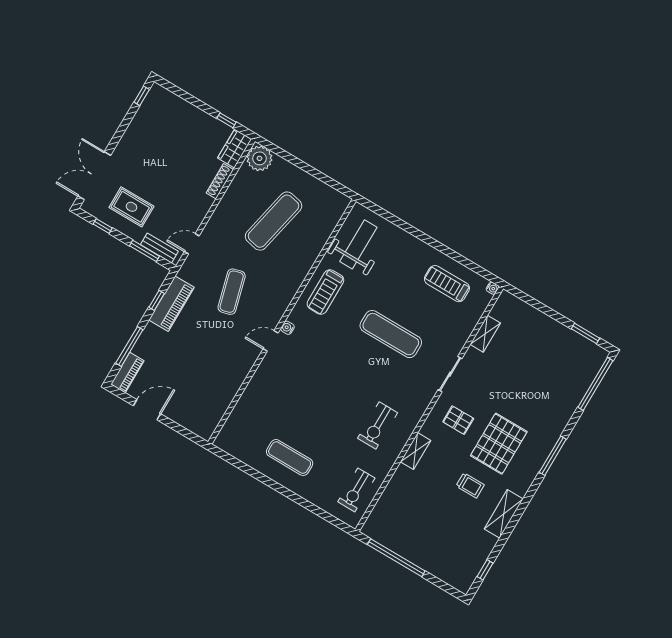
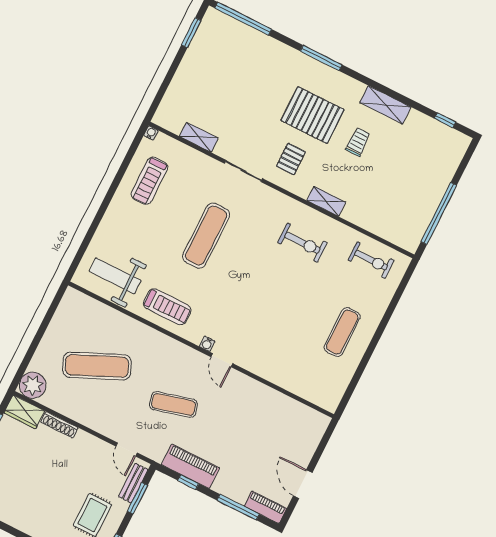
exercise mat: (274, 221) -> (97, 366), turned -36

